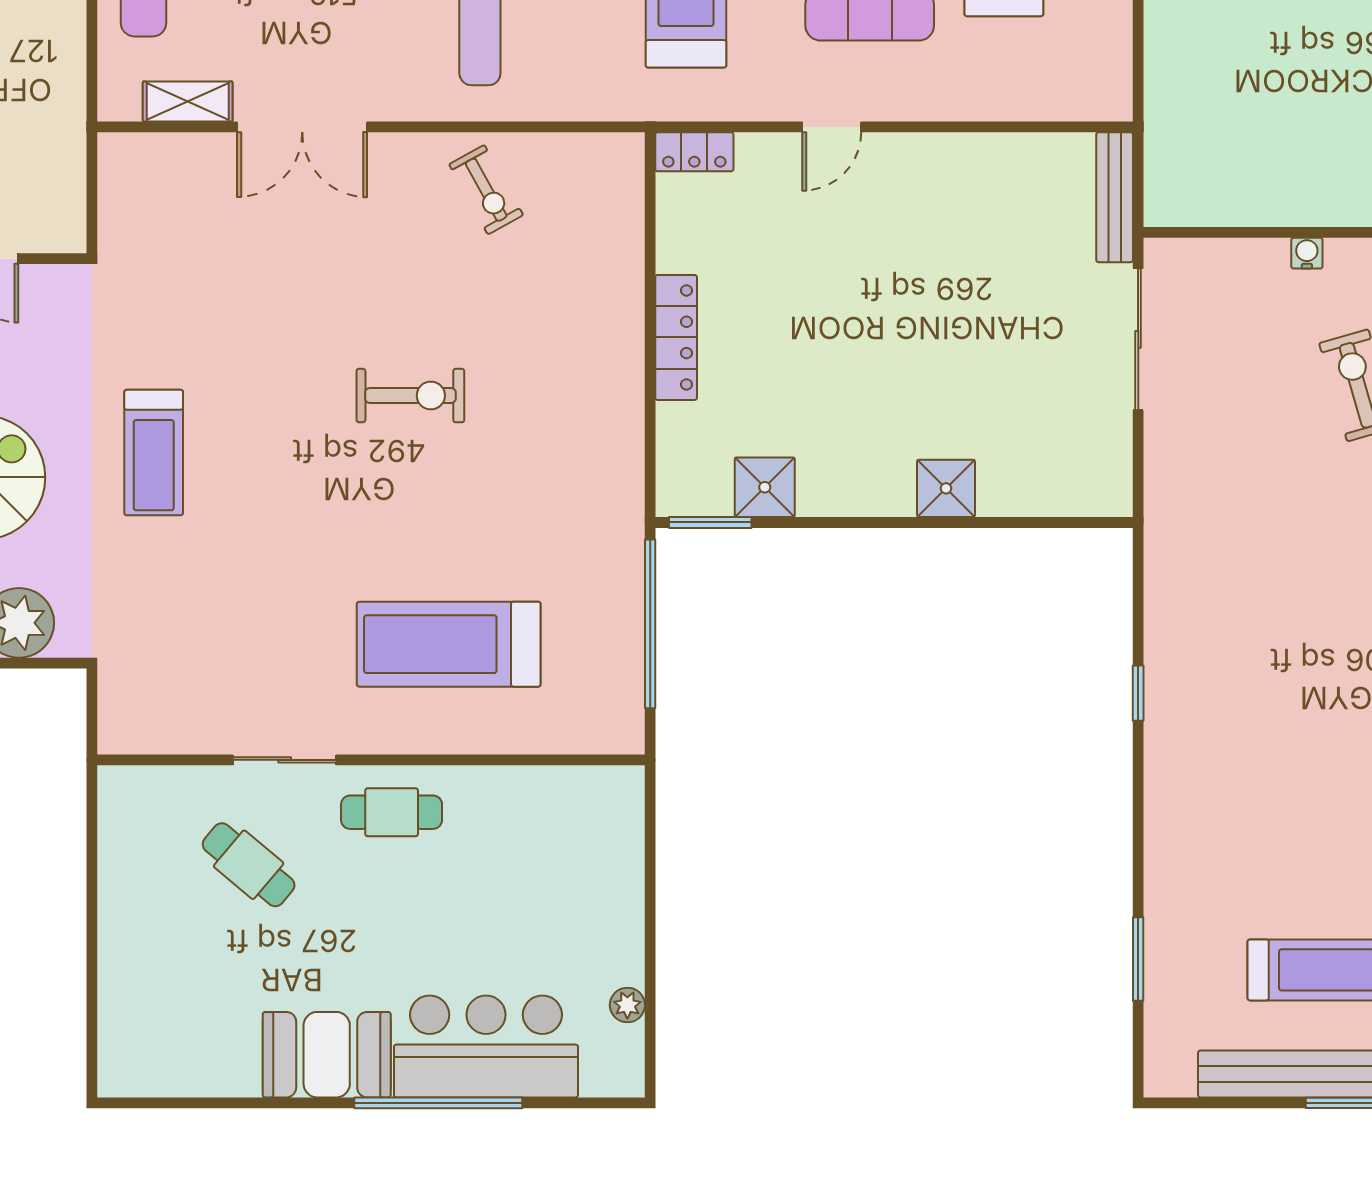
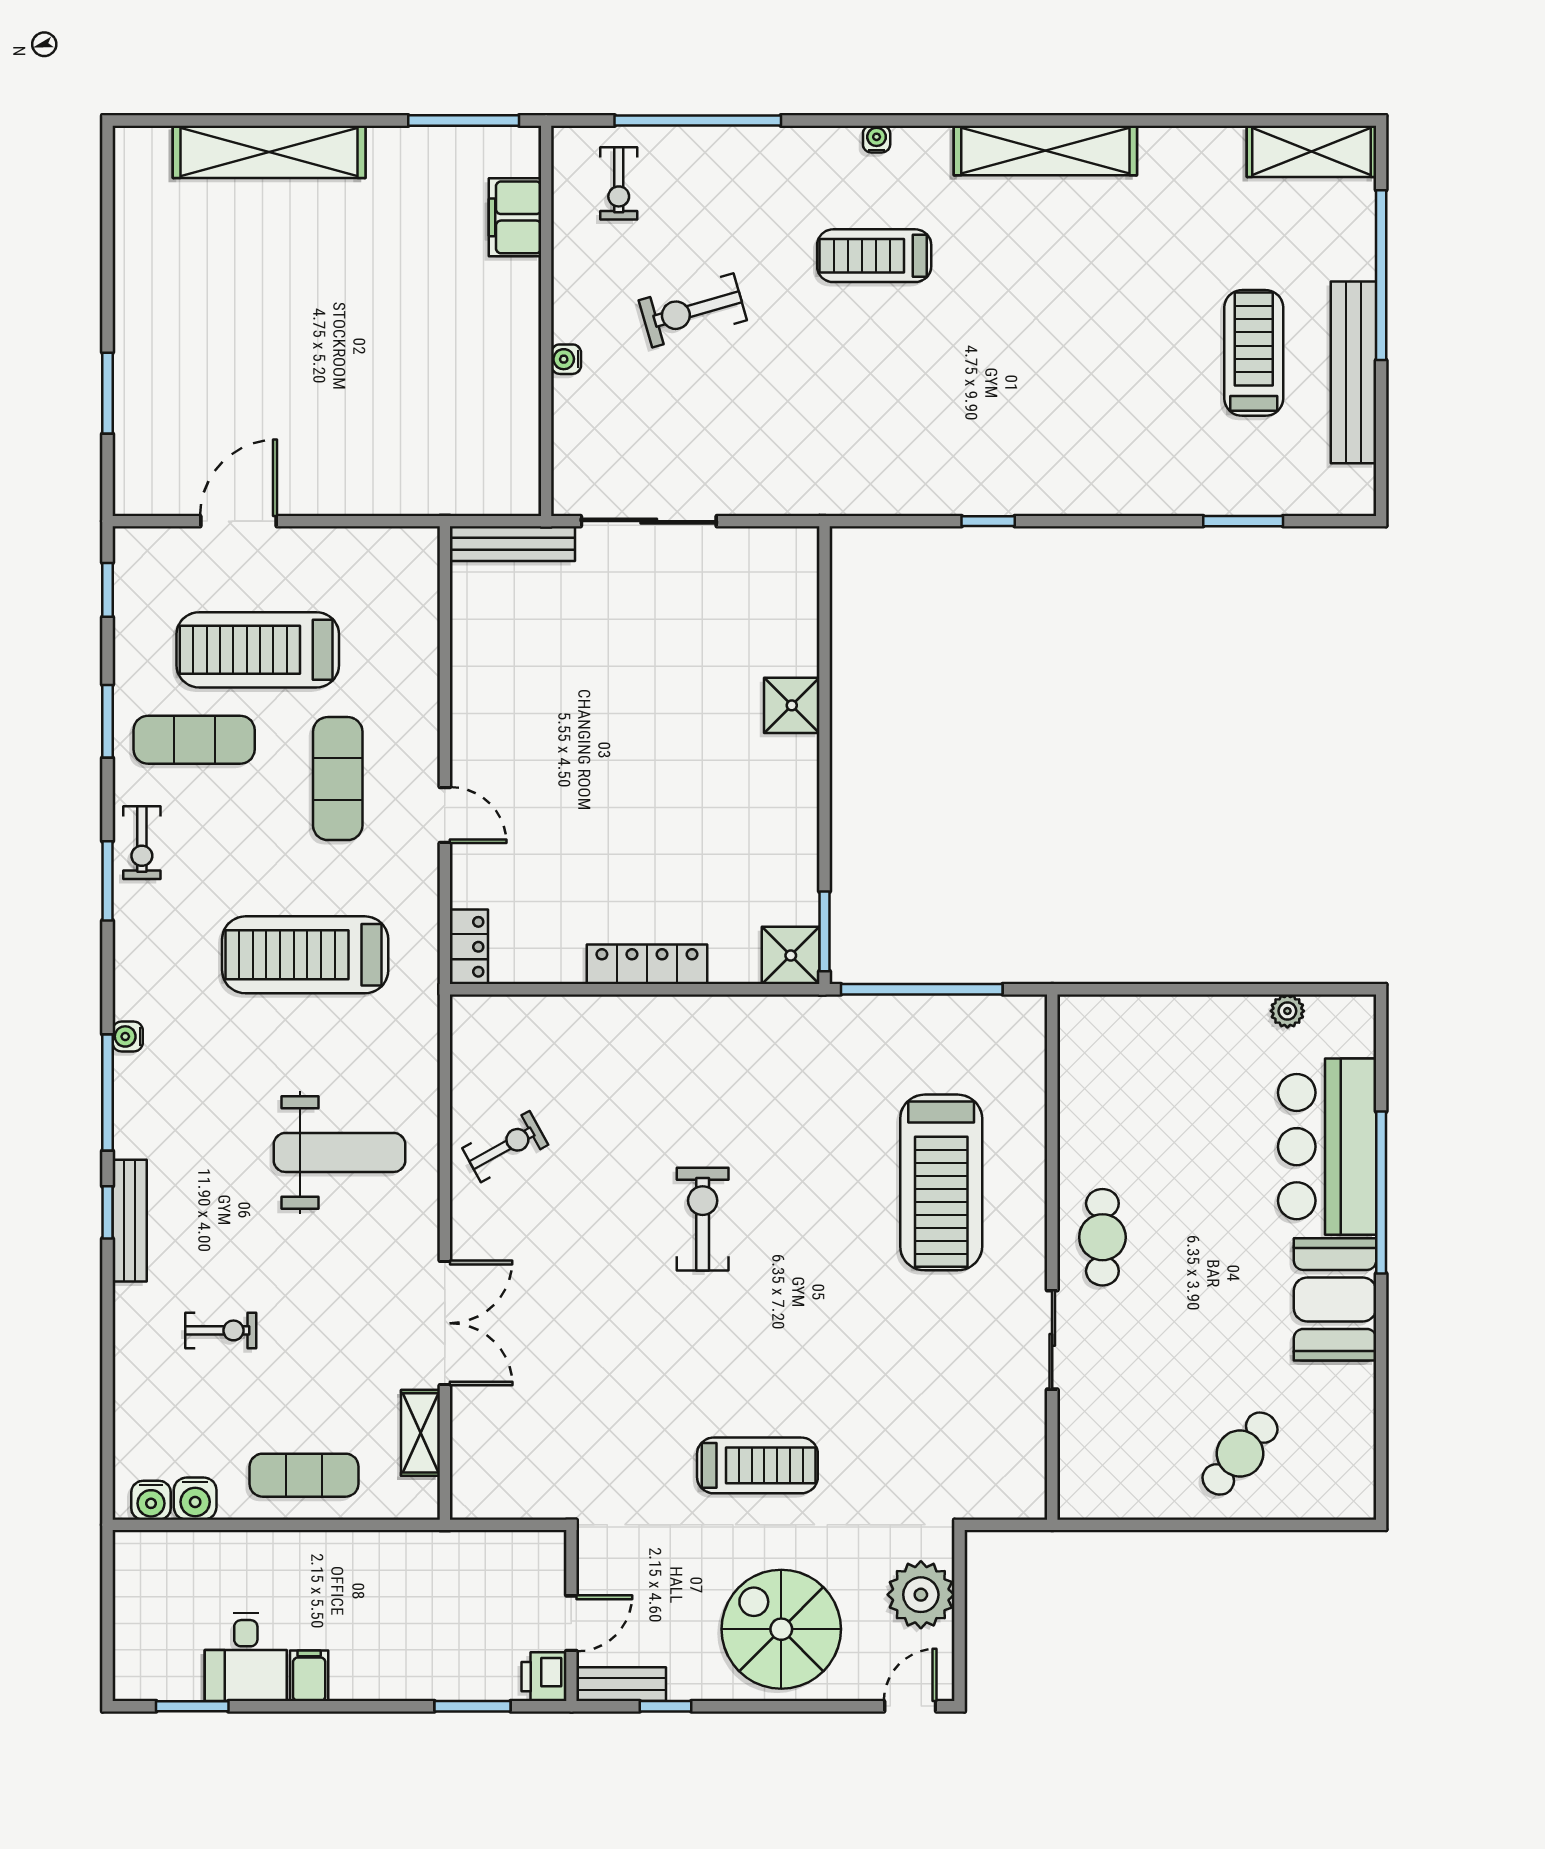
shower: (765, 487) -> (791, 955), moved
cafe table: (249, 865) -> (1240, 1454), moved

